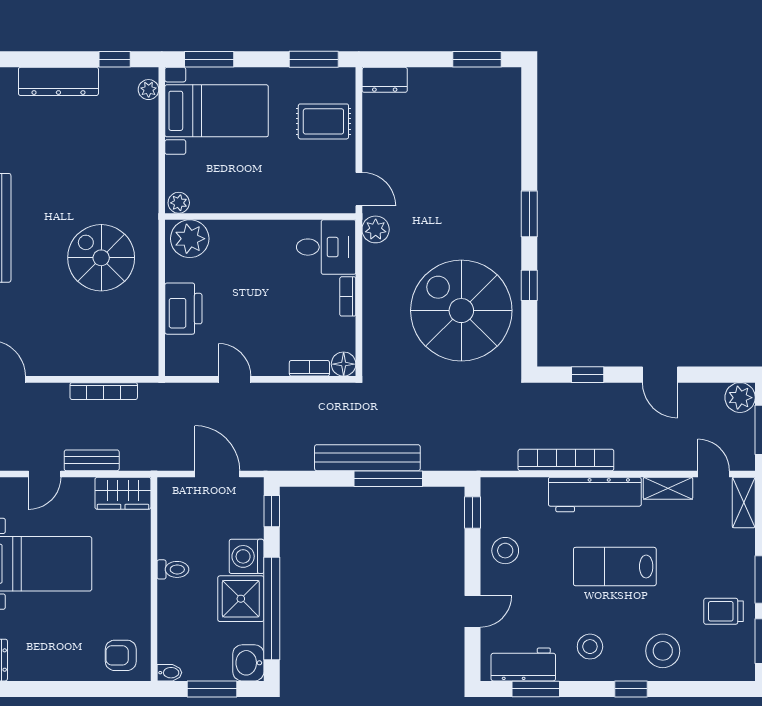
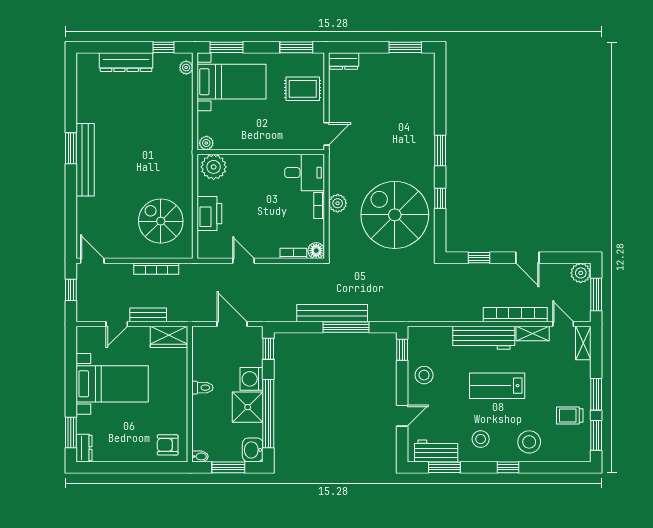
door: (359, 189) -> (326, 134), hinge flipped
plant: (376, 229) -> (338, 203), moved
spiral stairs: (101, 258) -> (161, 221), moved
bookcase: (566, 460) -> (515, 315), moved

